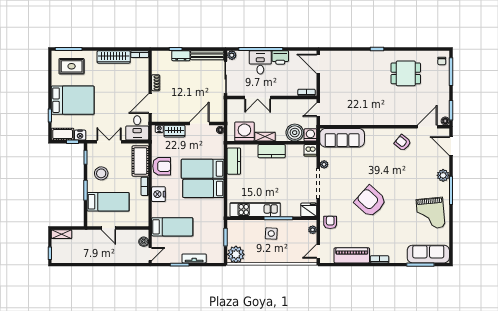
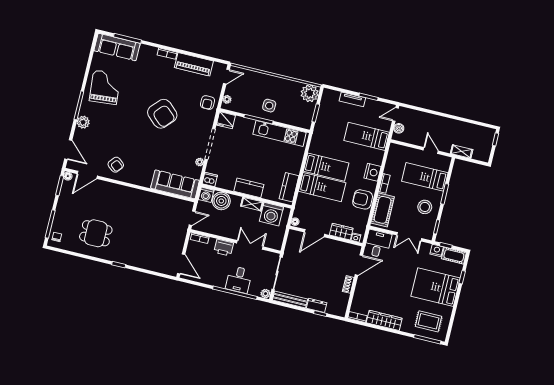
printer: (280, 57) -> (224, 248), moved, turned 180
shelving: (62, 234) -> (462, 152), moved

